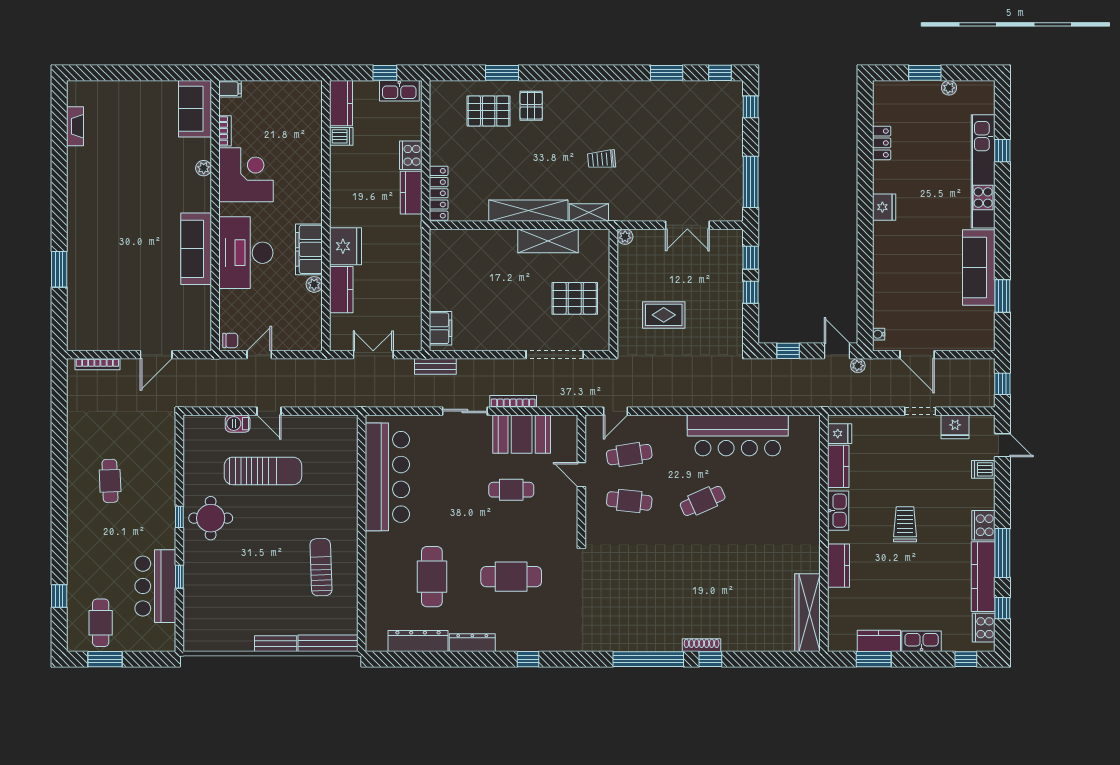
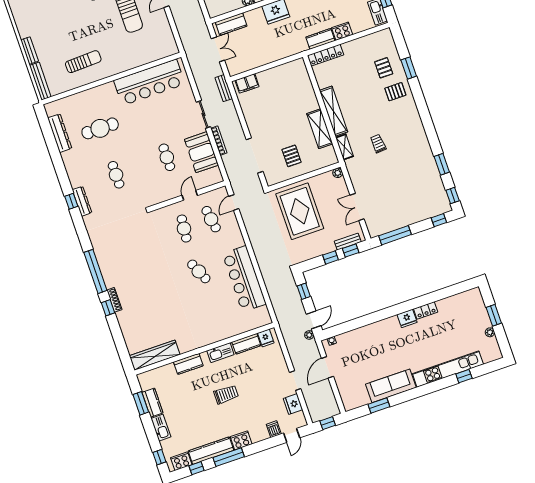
pallet: (489, 111) -> (384, 68), width x0.67, depth x0.71
locker: (882, 143) -> (426, 310), moved
bench: (735, 258) -> (348, 242), added
kitchen counter: (341, 290) -> (231, 24), moved
pallet: (575, 298) -> (292, 156), width x0.67, depth x0.71
rug: (664, 315) -> (300, 211), width x1.86, depth x2.06
door: (615, 411) -> (234, 202), hinge flipped
cafe table: (511, 577) -> (116, 175), width x0.73, depth x0.74
dresser: (472, 643) -> (82, 201), moved

